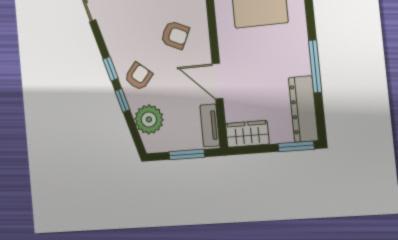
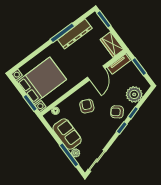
dresser: (303, 109) -> (75, 34), moved

